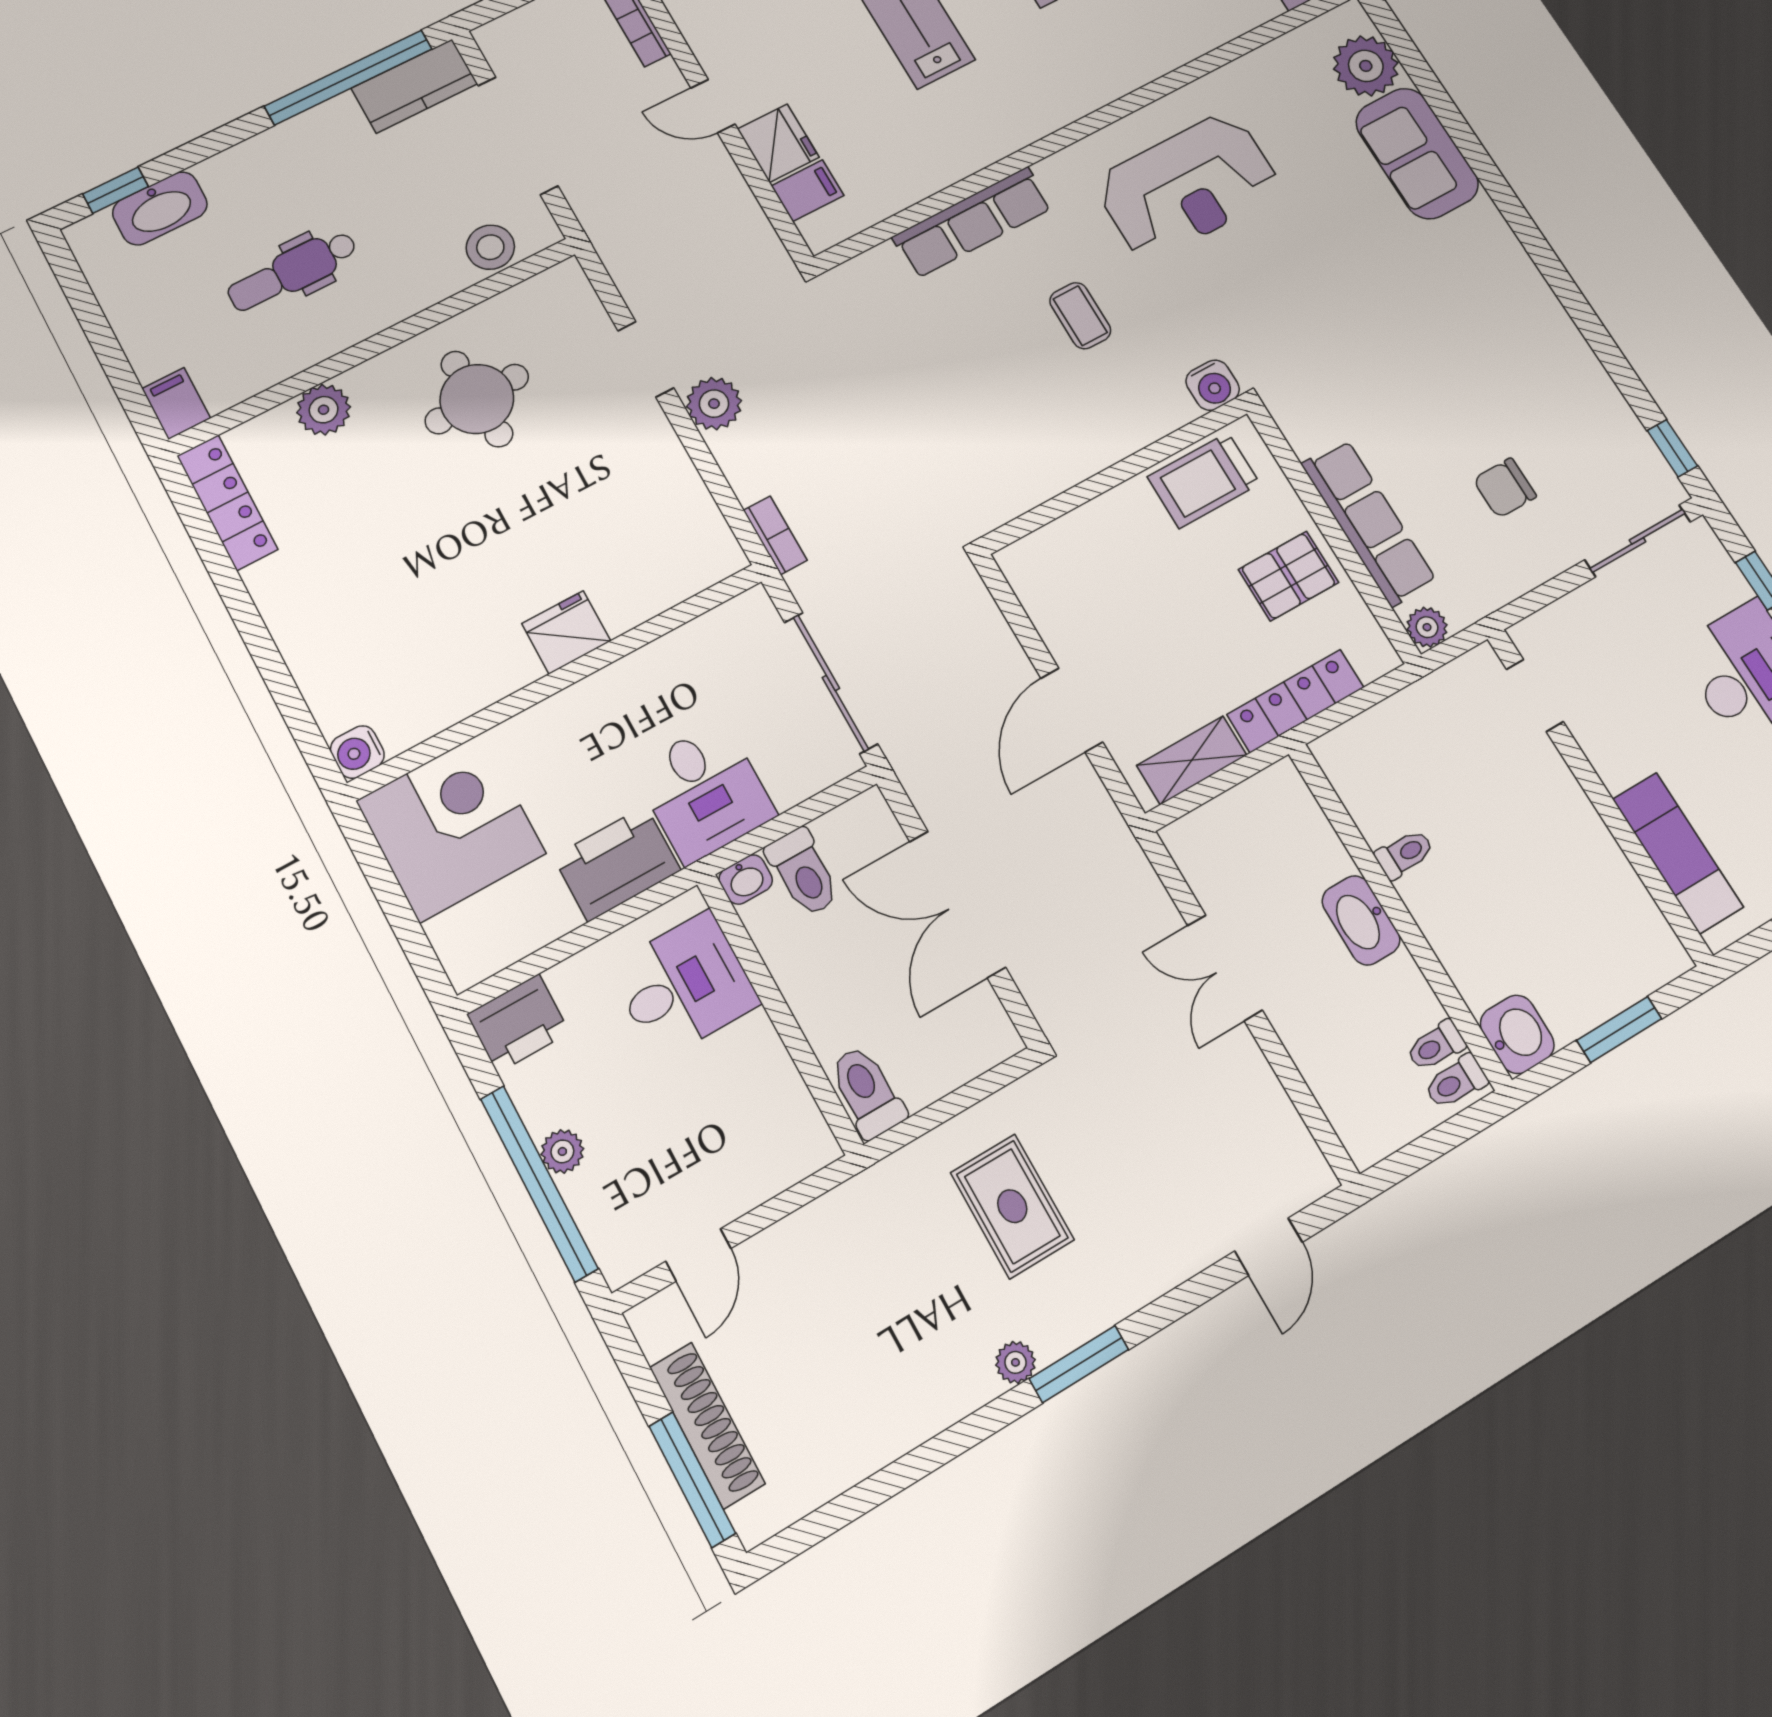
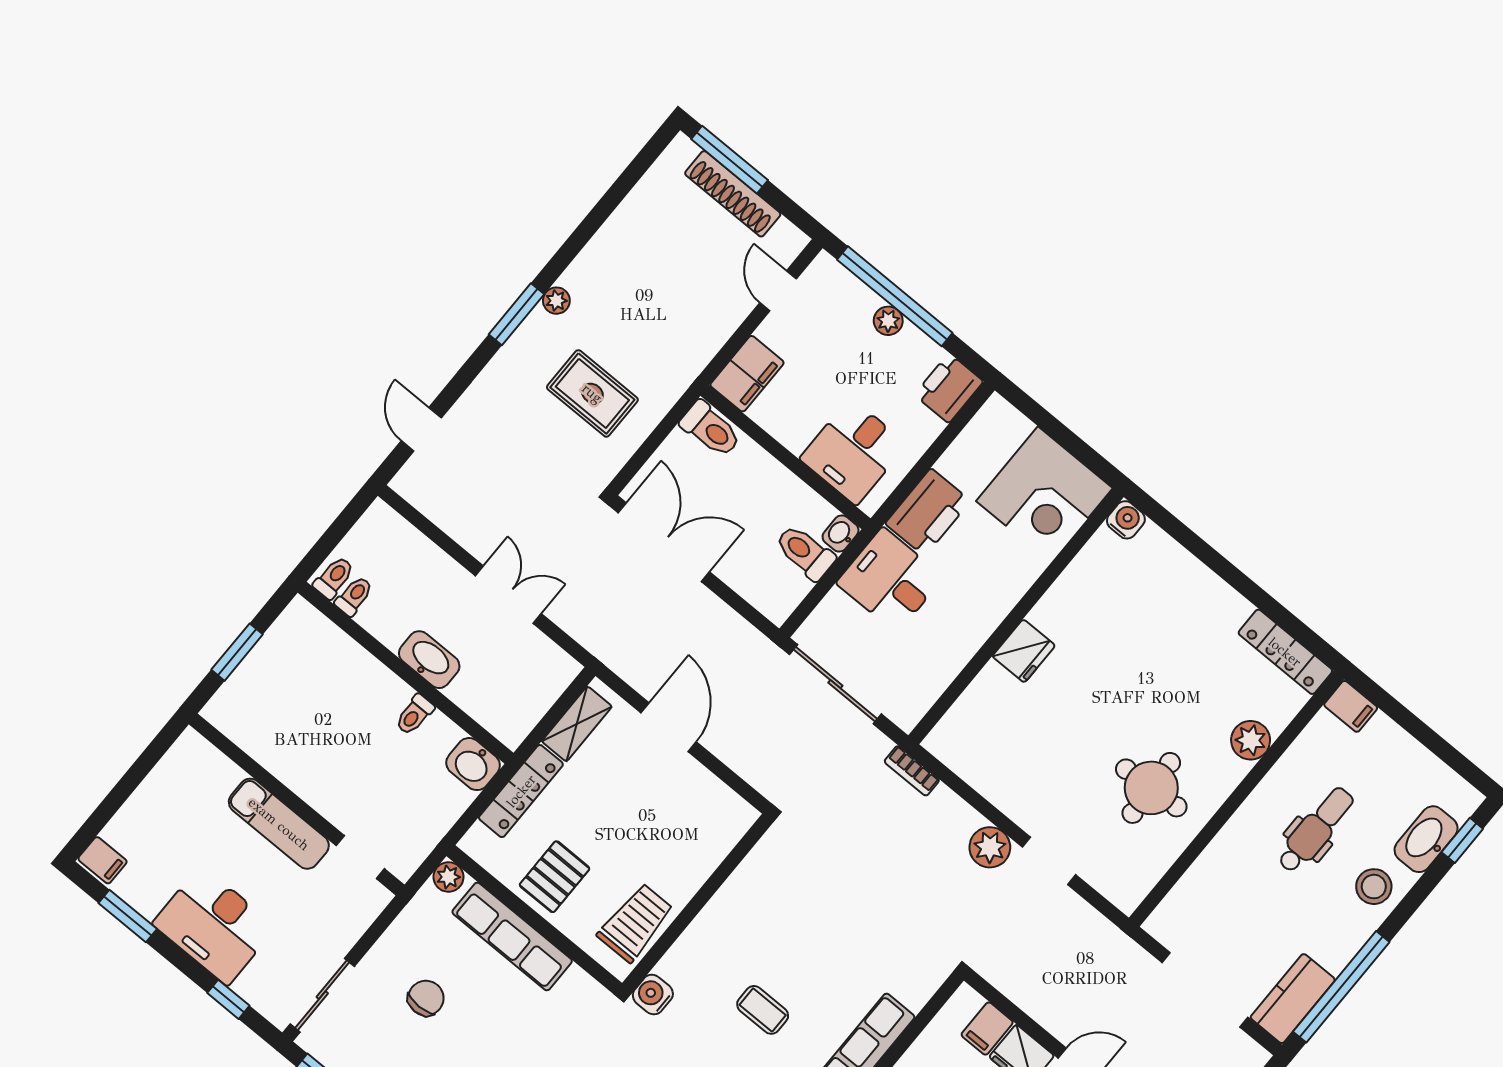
stool: (490, 247) -> (1374, 887), moved
exam couch: (1678, 853) -> (279, 824), moved
double door: (957, 904) -> (664, 542), moved
washbasin: (1517, 1034) -> (473, 764), moved
filing cabinet: (787, 1151) -> (747, 374), added

